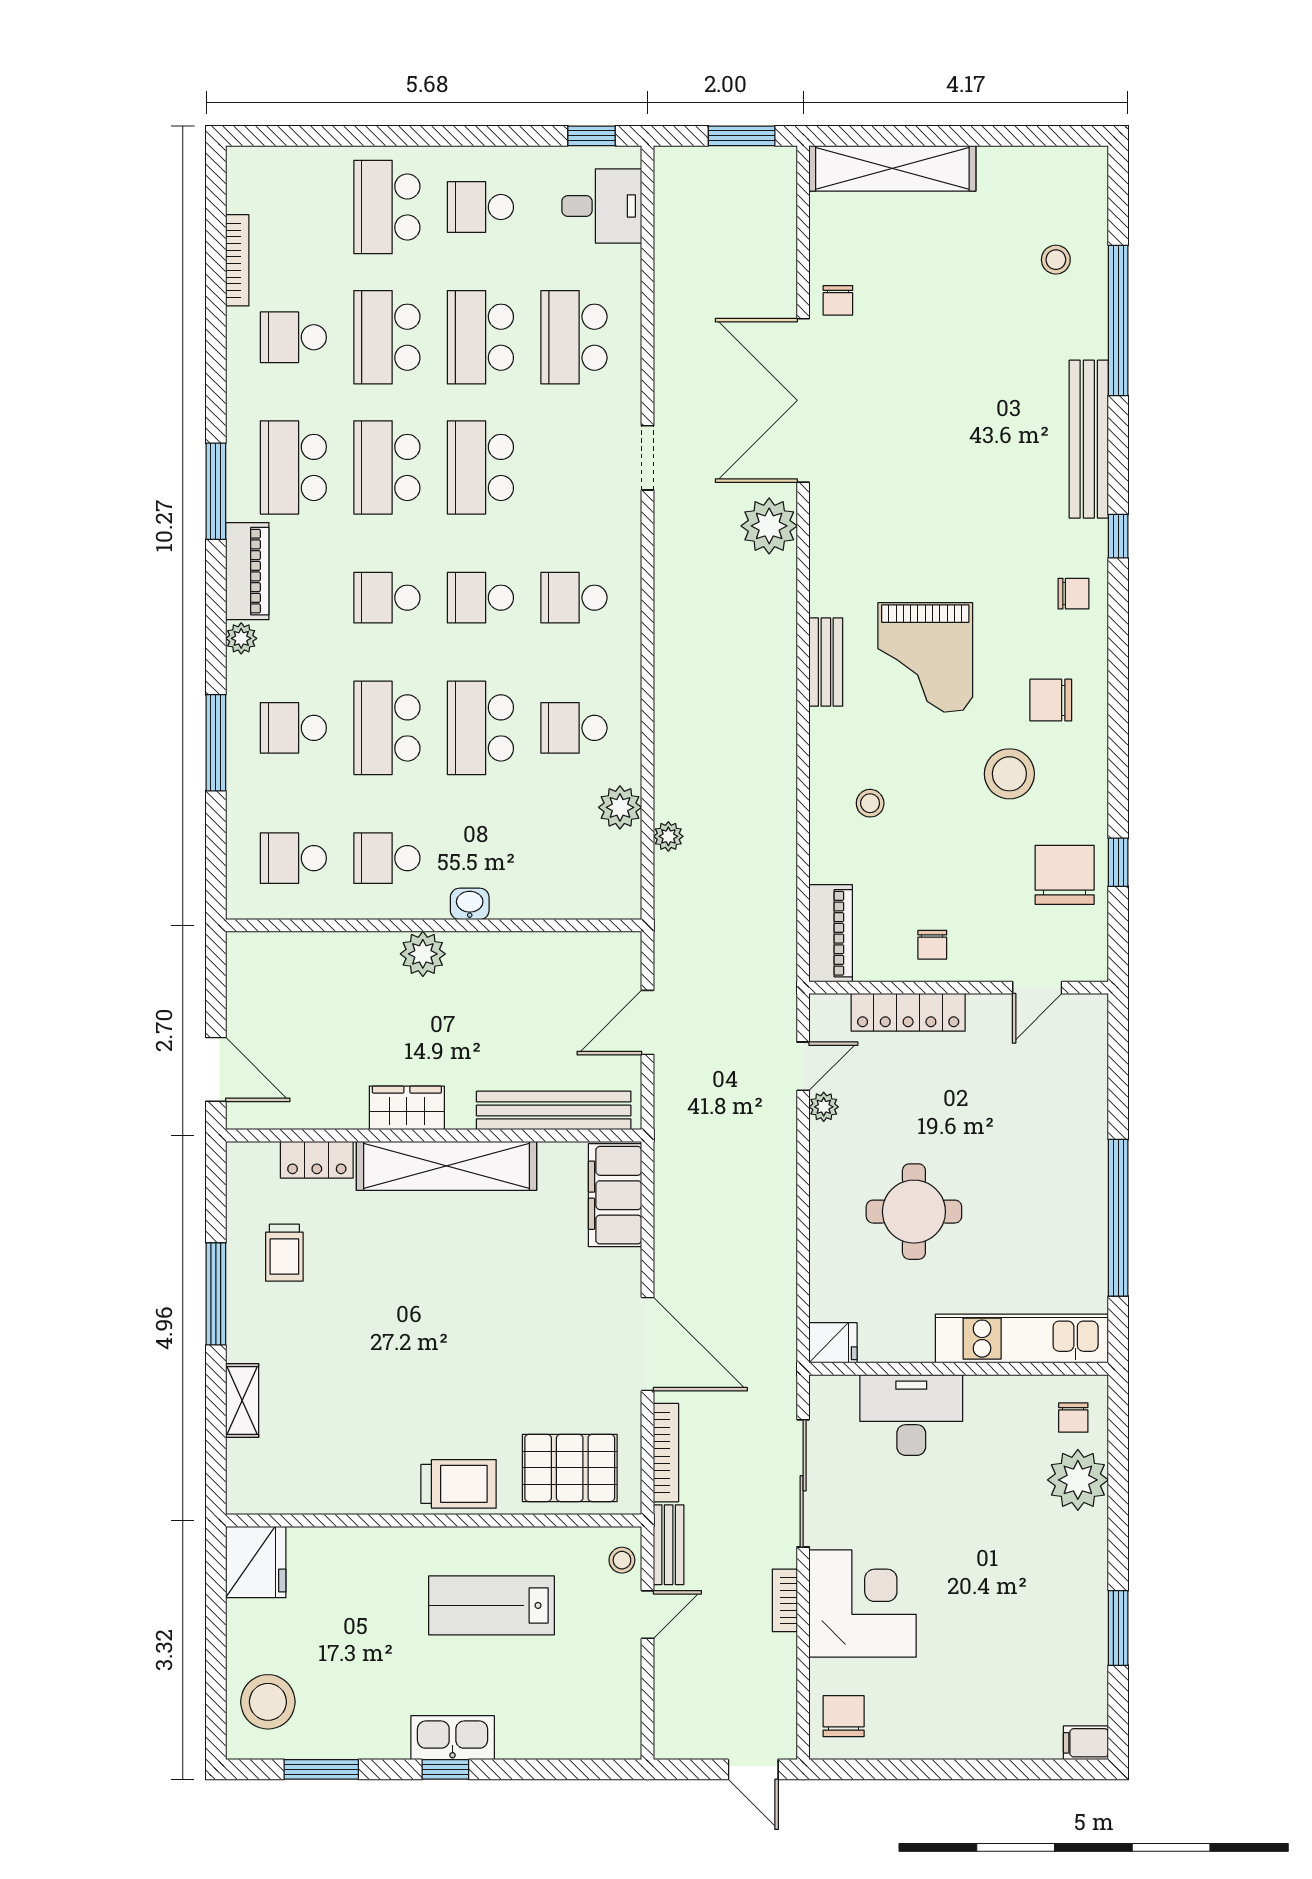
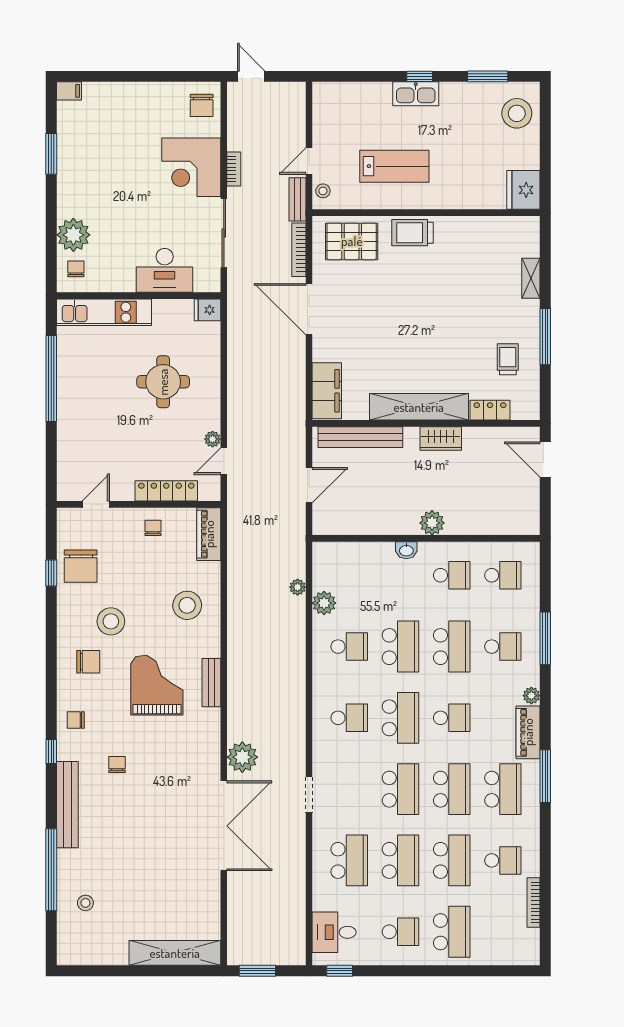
chair: (838, 300) -> (117, 765), moved
school desk: (480, 598) -> (400, 718), width x1.85
stool: (870, 803) -> (187, 605), width x1.89, depth x1.89

